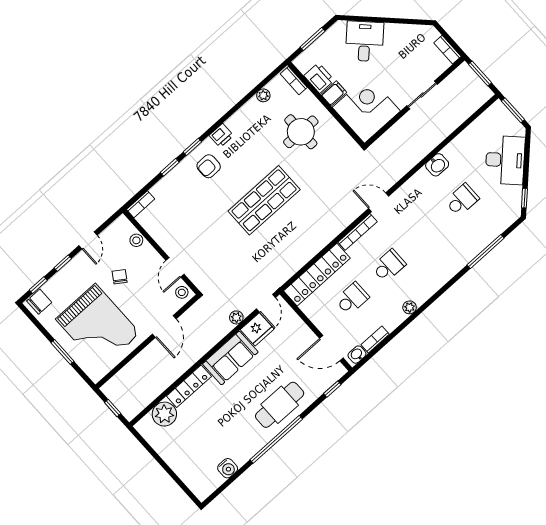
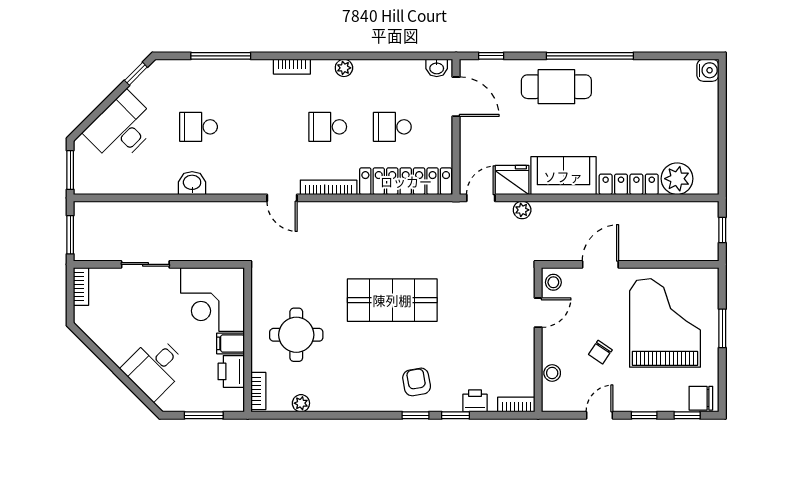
printer: (221, 136) -> (475, 401), moved
armchair: (209, 166) -> (417, 382), turned -100
bookcase: (375, 339) -> (292, 67), moved
water cooler: (228, 468) -> (708, 70), moved, turned 90

